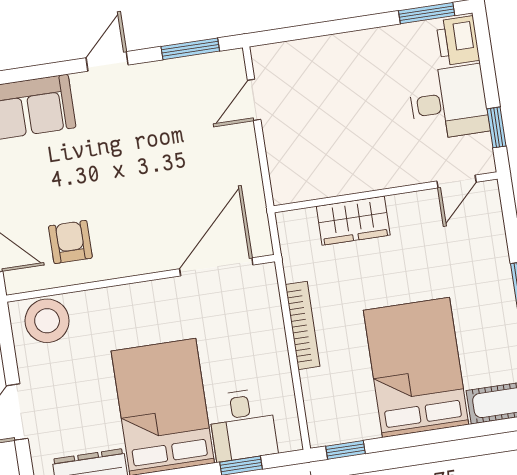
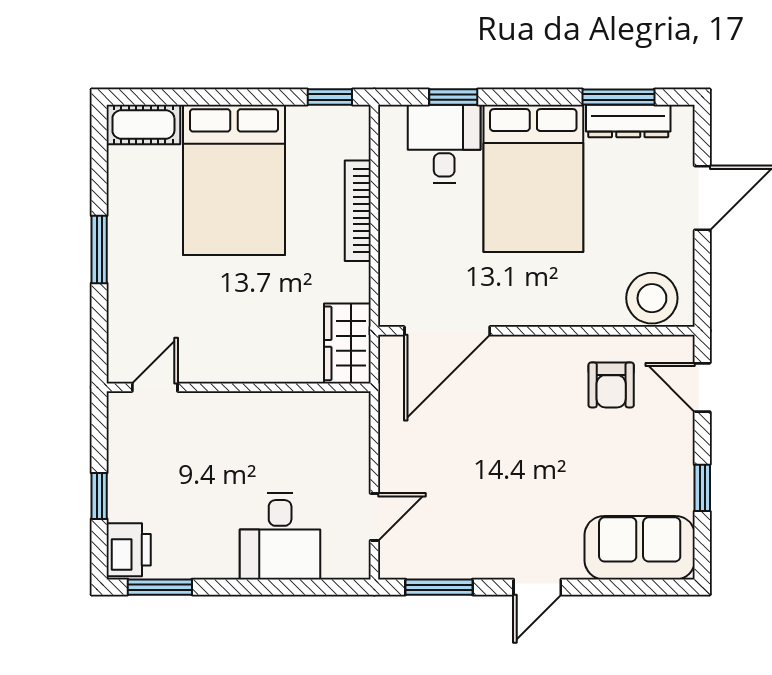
desk: (449, 102) -> (280, 536), moved, turned -90
window: (497, 127) -> (99, 496), moved
wardrobe: (353, 221) -> (347, 343), moved, turned -90
bookcase: (303, 325) -> (358, 211), moved

